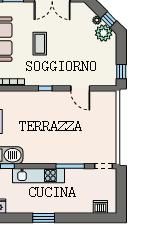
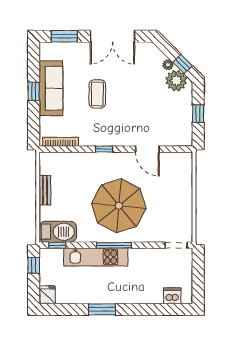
window: (121, 72) -> (198, 114), moved
parasol: (57, 134) -> (119, 206), added
window: (70, 166) -> (114, 245), moved

